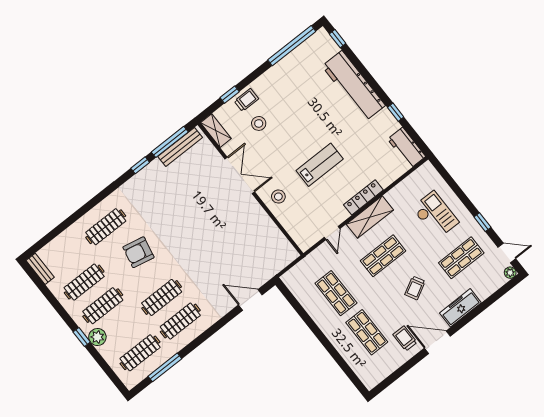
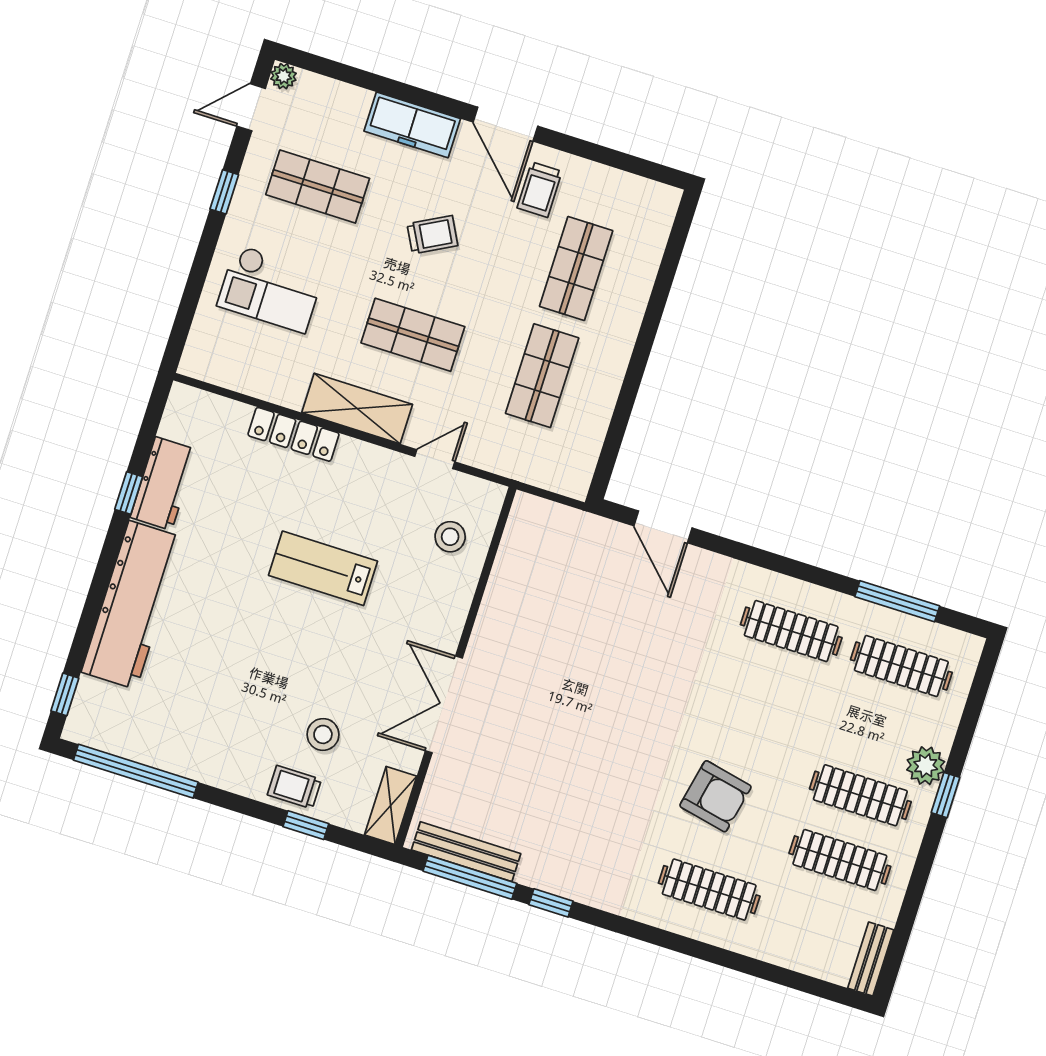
workbench: (407, 148) -> (164, 484), moved
stool: (278, 197) -> (450, 537), moved
locker: (363, 197) -> (293, 434), moved
checkout: (435, 215) -> (271, 289), turned -90
door: (507, 253) -> (251, 107), hinge flipped
clothes rail: (162, 297) -> (771, 696), removed

